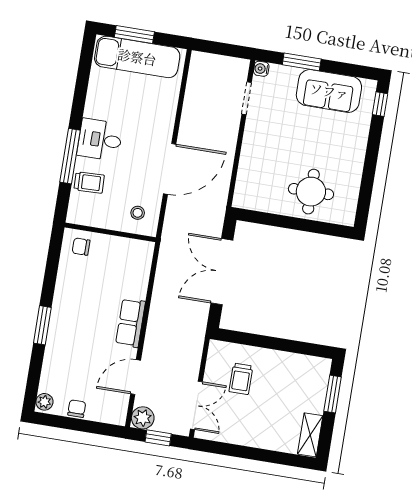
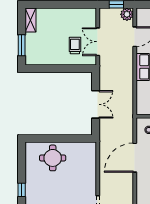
window: (373, 145) -> (22, 190), added
double door: (222, 272) -> (96, 104), width x0.73
double door: (196, 405) -> (98, 42), moved

